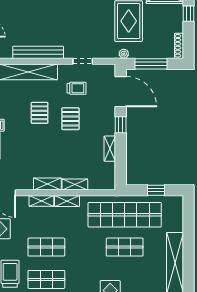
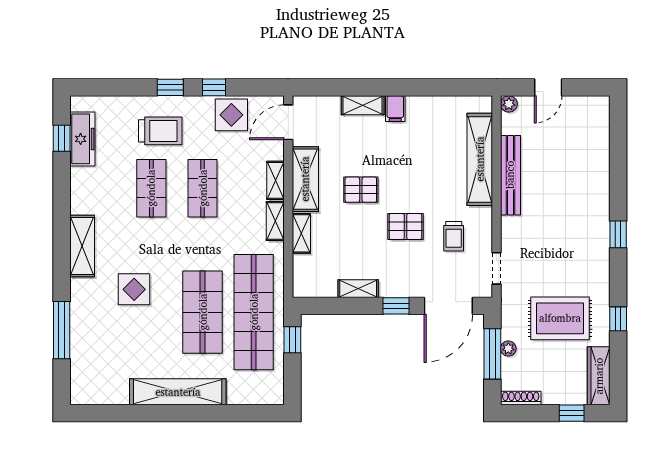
plant: (124, 54) -> (508, 349), moved
doorway: (83, 61) -> (496, 268), moved
pallet: (40, 113) -> (361, 190), moved
shelving: (47, 184) -> (305, 179), width x1.50, depth x1.33
window: (156, 190) -> (292, 340), moved
shop shelf: (125, 247) -> (203, 312), width x1.43, depth x1.36

